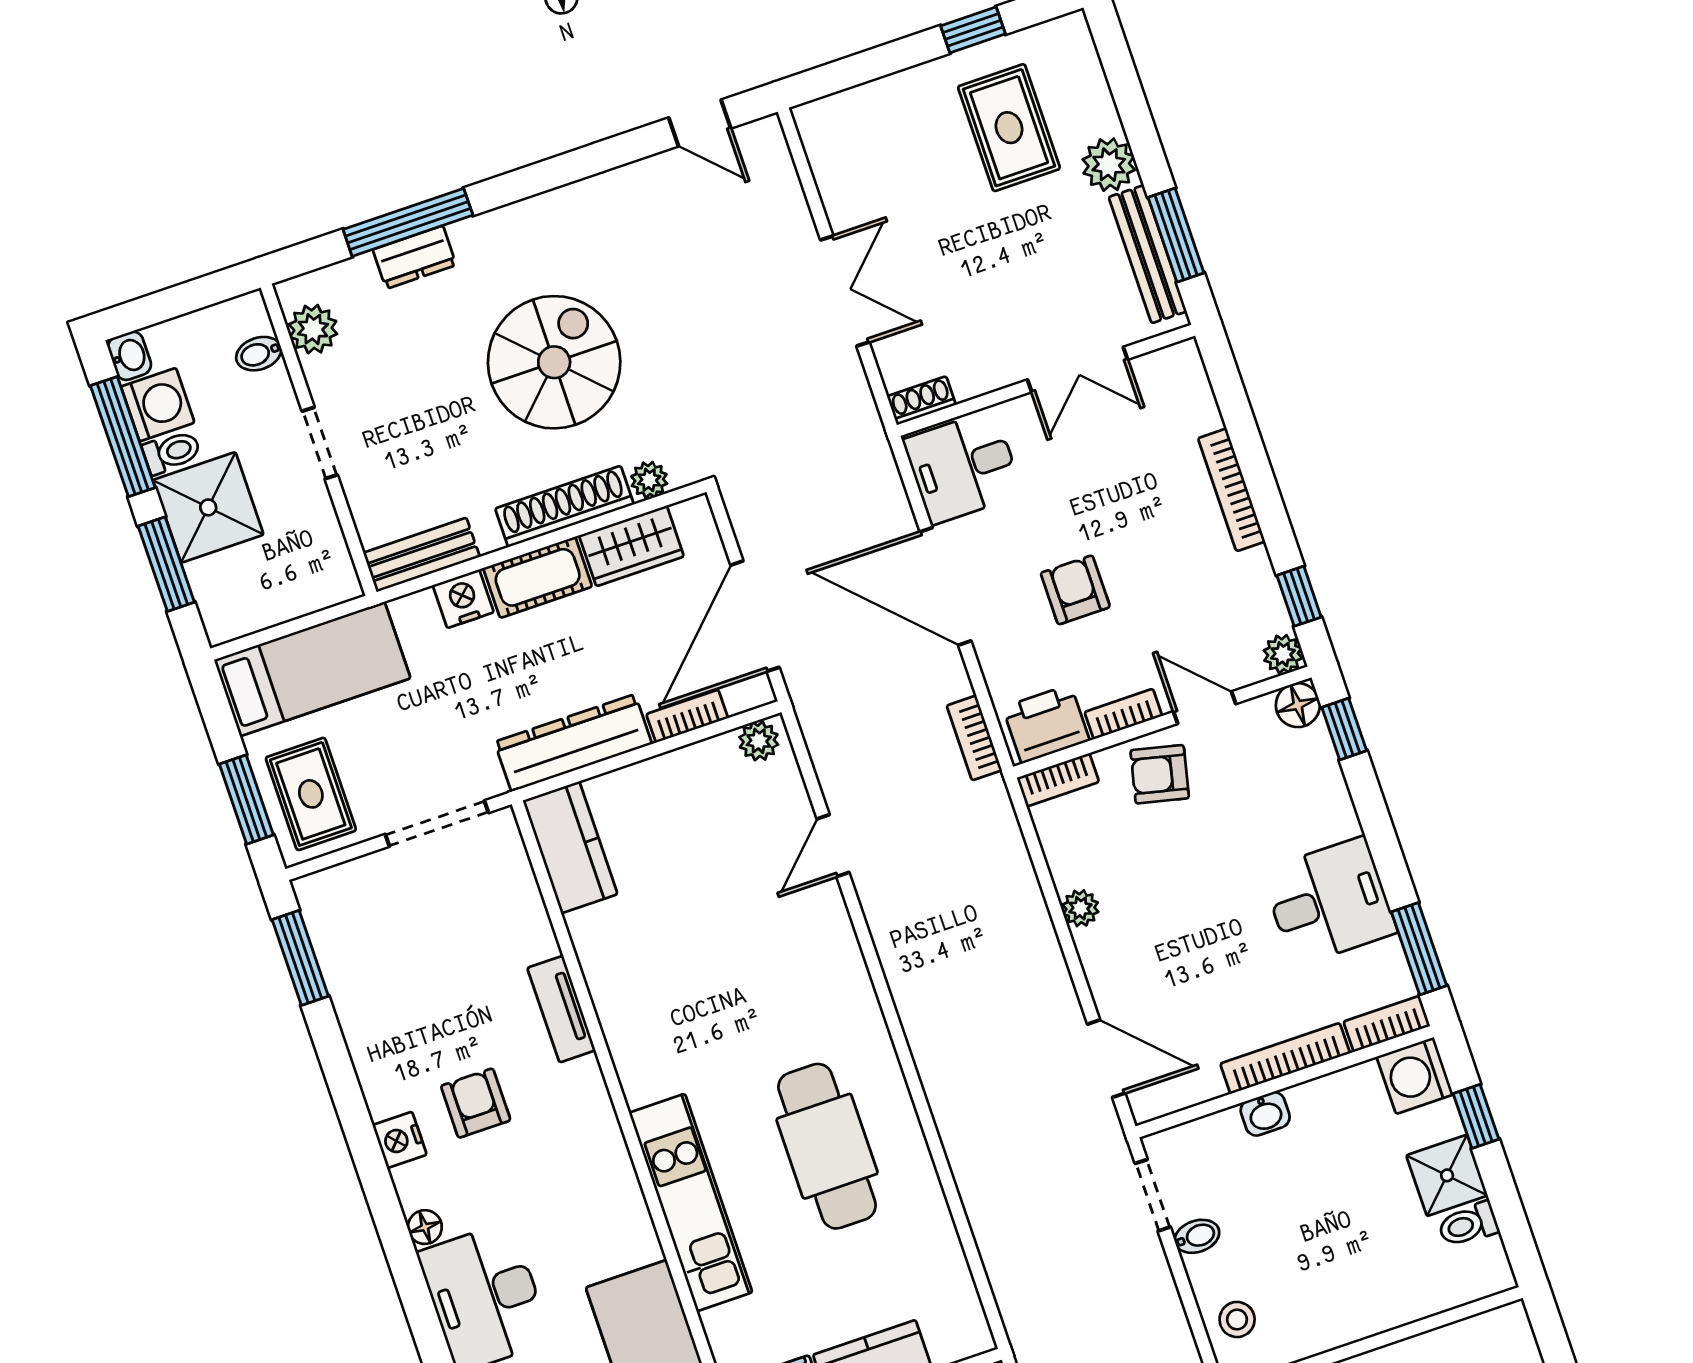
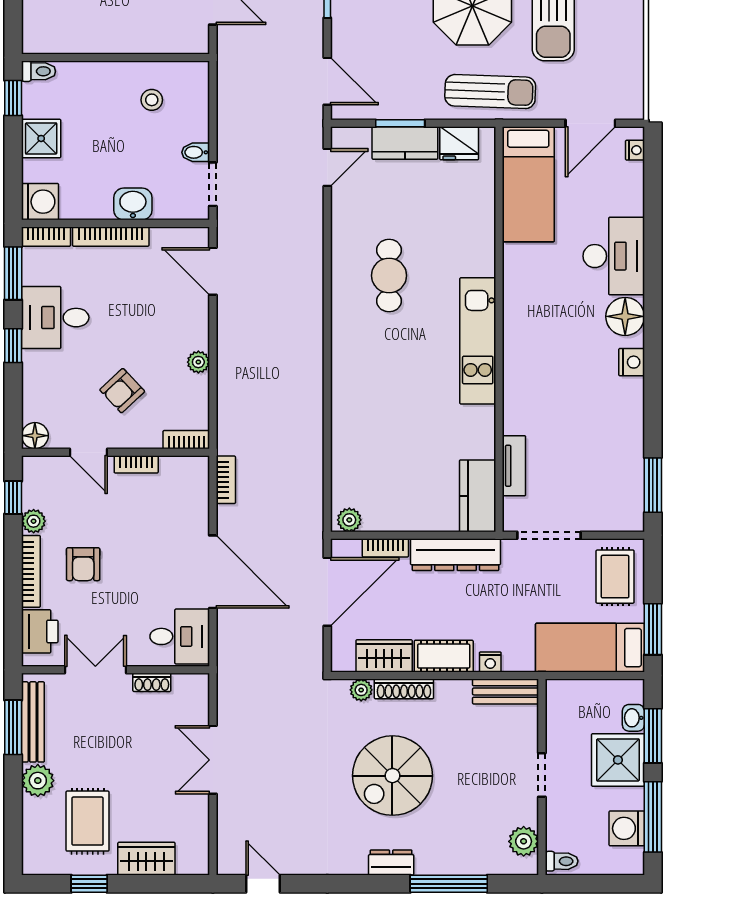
wardrobe: (896, 100) -> (146, 859), added
dresser: (414, 257) -> (391, 863), moved
bidet: (259, 354) -> (559, 838), removed
washbasin: (129, 356) -> (633, 718), moved
shoe rack: (921, 401) -> (152, 682), moved
toilet: (172, 452) -> (562, 861), moved, turned 180
shoe rack: (565, 506) -> (404, 689), width x0.74, depth x0.81
armchair: (1075, 590) -> (83, 564), moved
nightstand: (463, 599) -> (490, 662), width x0.72, depth x0.74
plant: (1283, 654) -> (34, 521), moved
printer: (1046, 724) -> (40, 631), moved, turned -90
window: (1344, 729) -> (13, 346), moved
armchair: (1160, 774) -> (122, 391), moved, turned 124
window: (246, 799) -> (653, 629), moved
door: (833, 846) -> (327, 167), moved
tv unit: (561, 1009) -> (514, 466), moved
armchair: (476, 1103) -> (581, 368), removed
washbasin: (1265, 1114) -> (133, 204), width x1.38, depth x1.45
window: (1476, 1116) -> (13, 98), moved
cafe table: (827, 1146) -> (389, 276), width x0.73, depth x0.74
kitchen unit: (691, 1202) -> (478, 341), moved
toilet: (1468, 1224) -> (39, 71), moved
floor lamp: (425, 1227) -> (625, 316), width x1.89, depth x1.89
stool: (1237, 1319) -> (152, 100), moved

